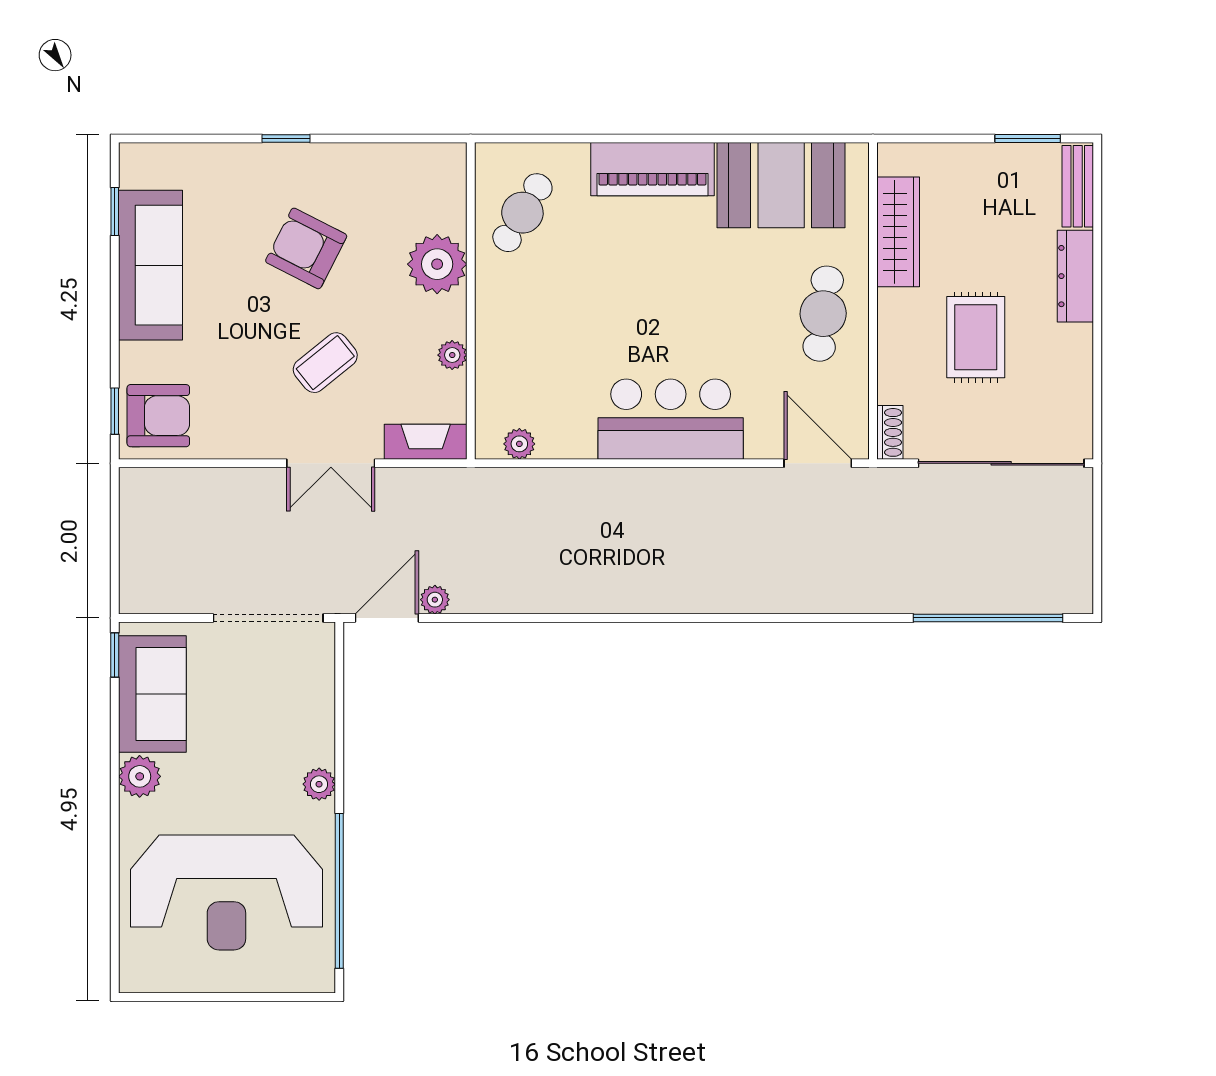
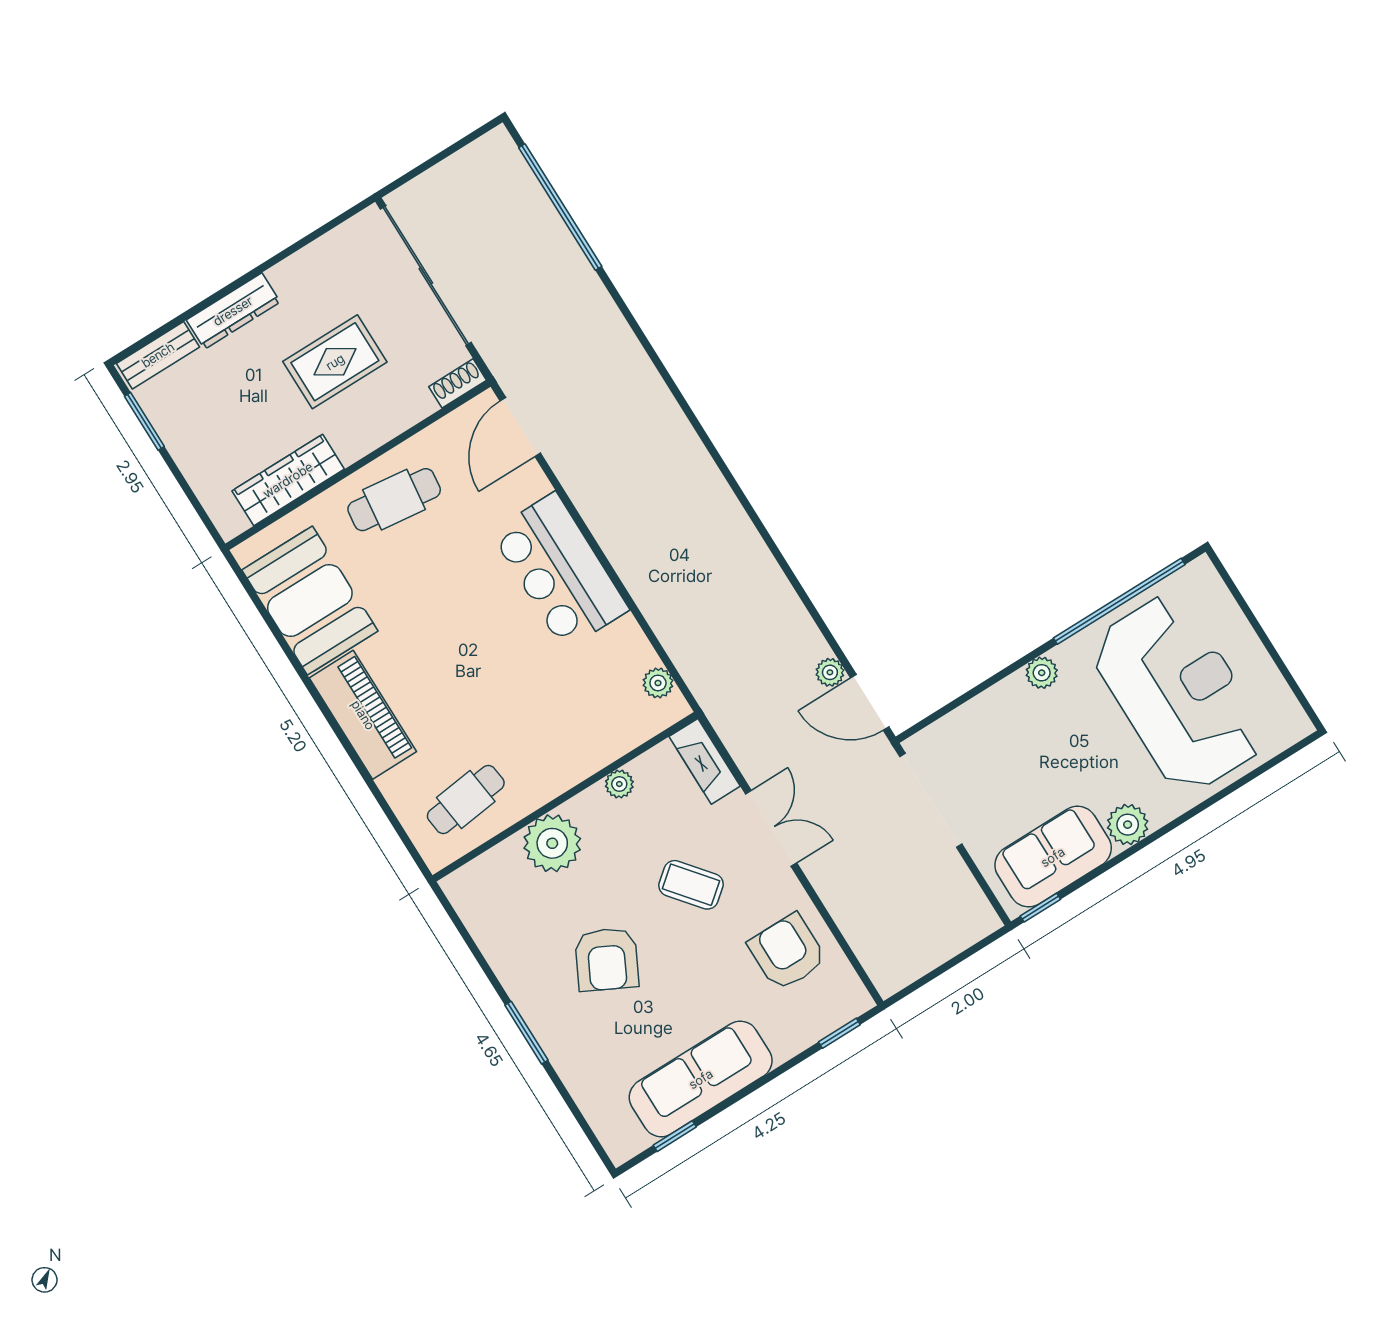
window: (286, 138) -> (526, 1033), width x1.50
cafe table: (522, 213) -> (466, 799), turned -38
armchair: (158, 416) -> (787, 952), moved

